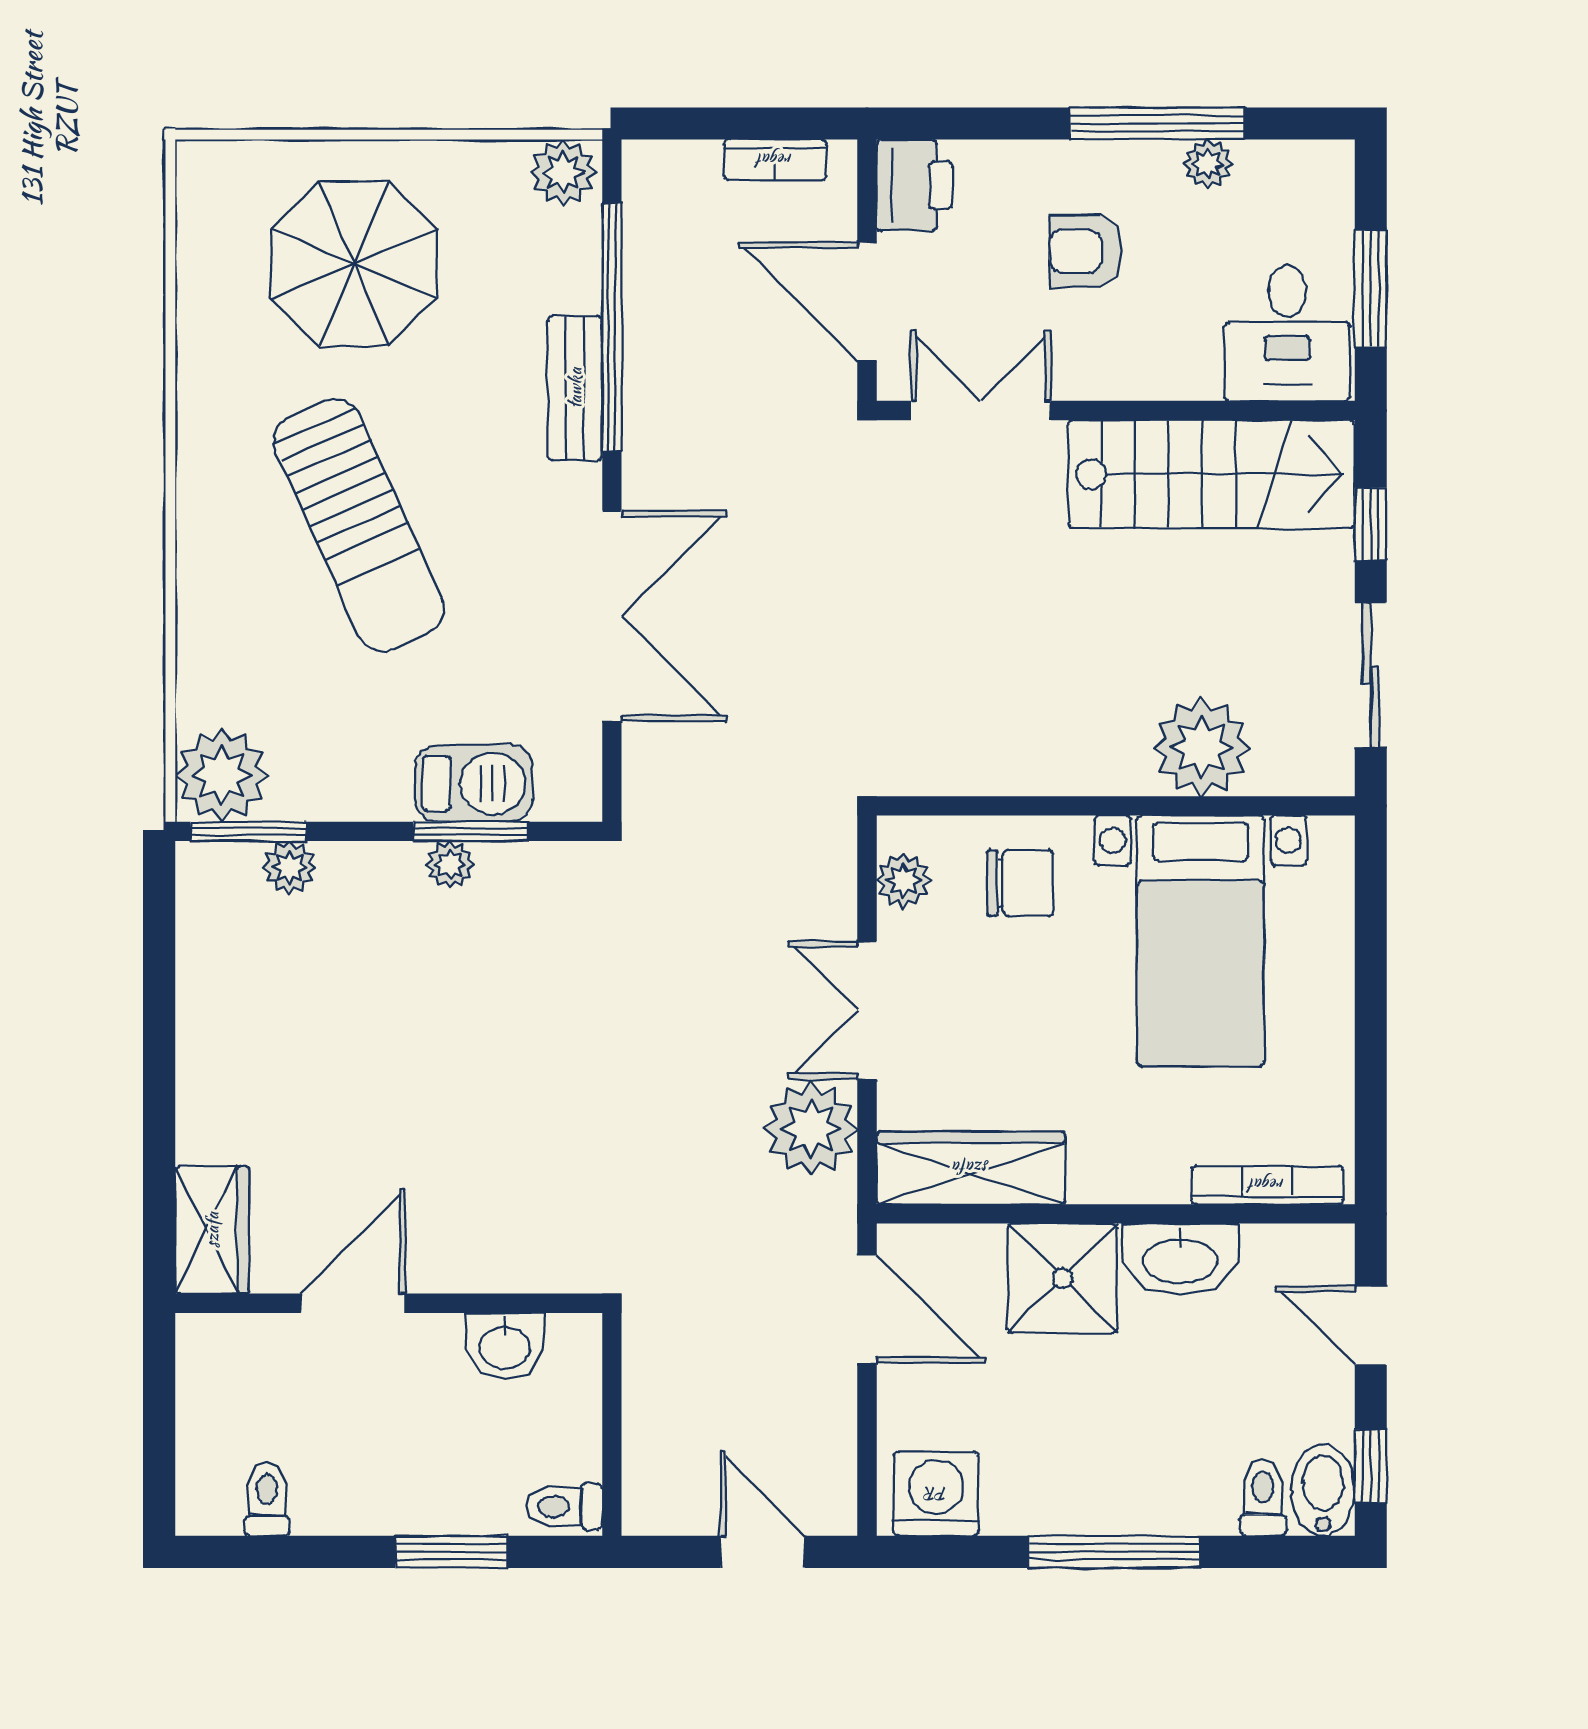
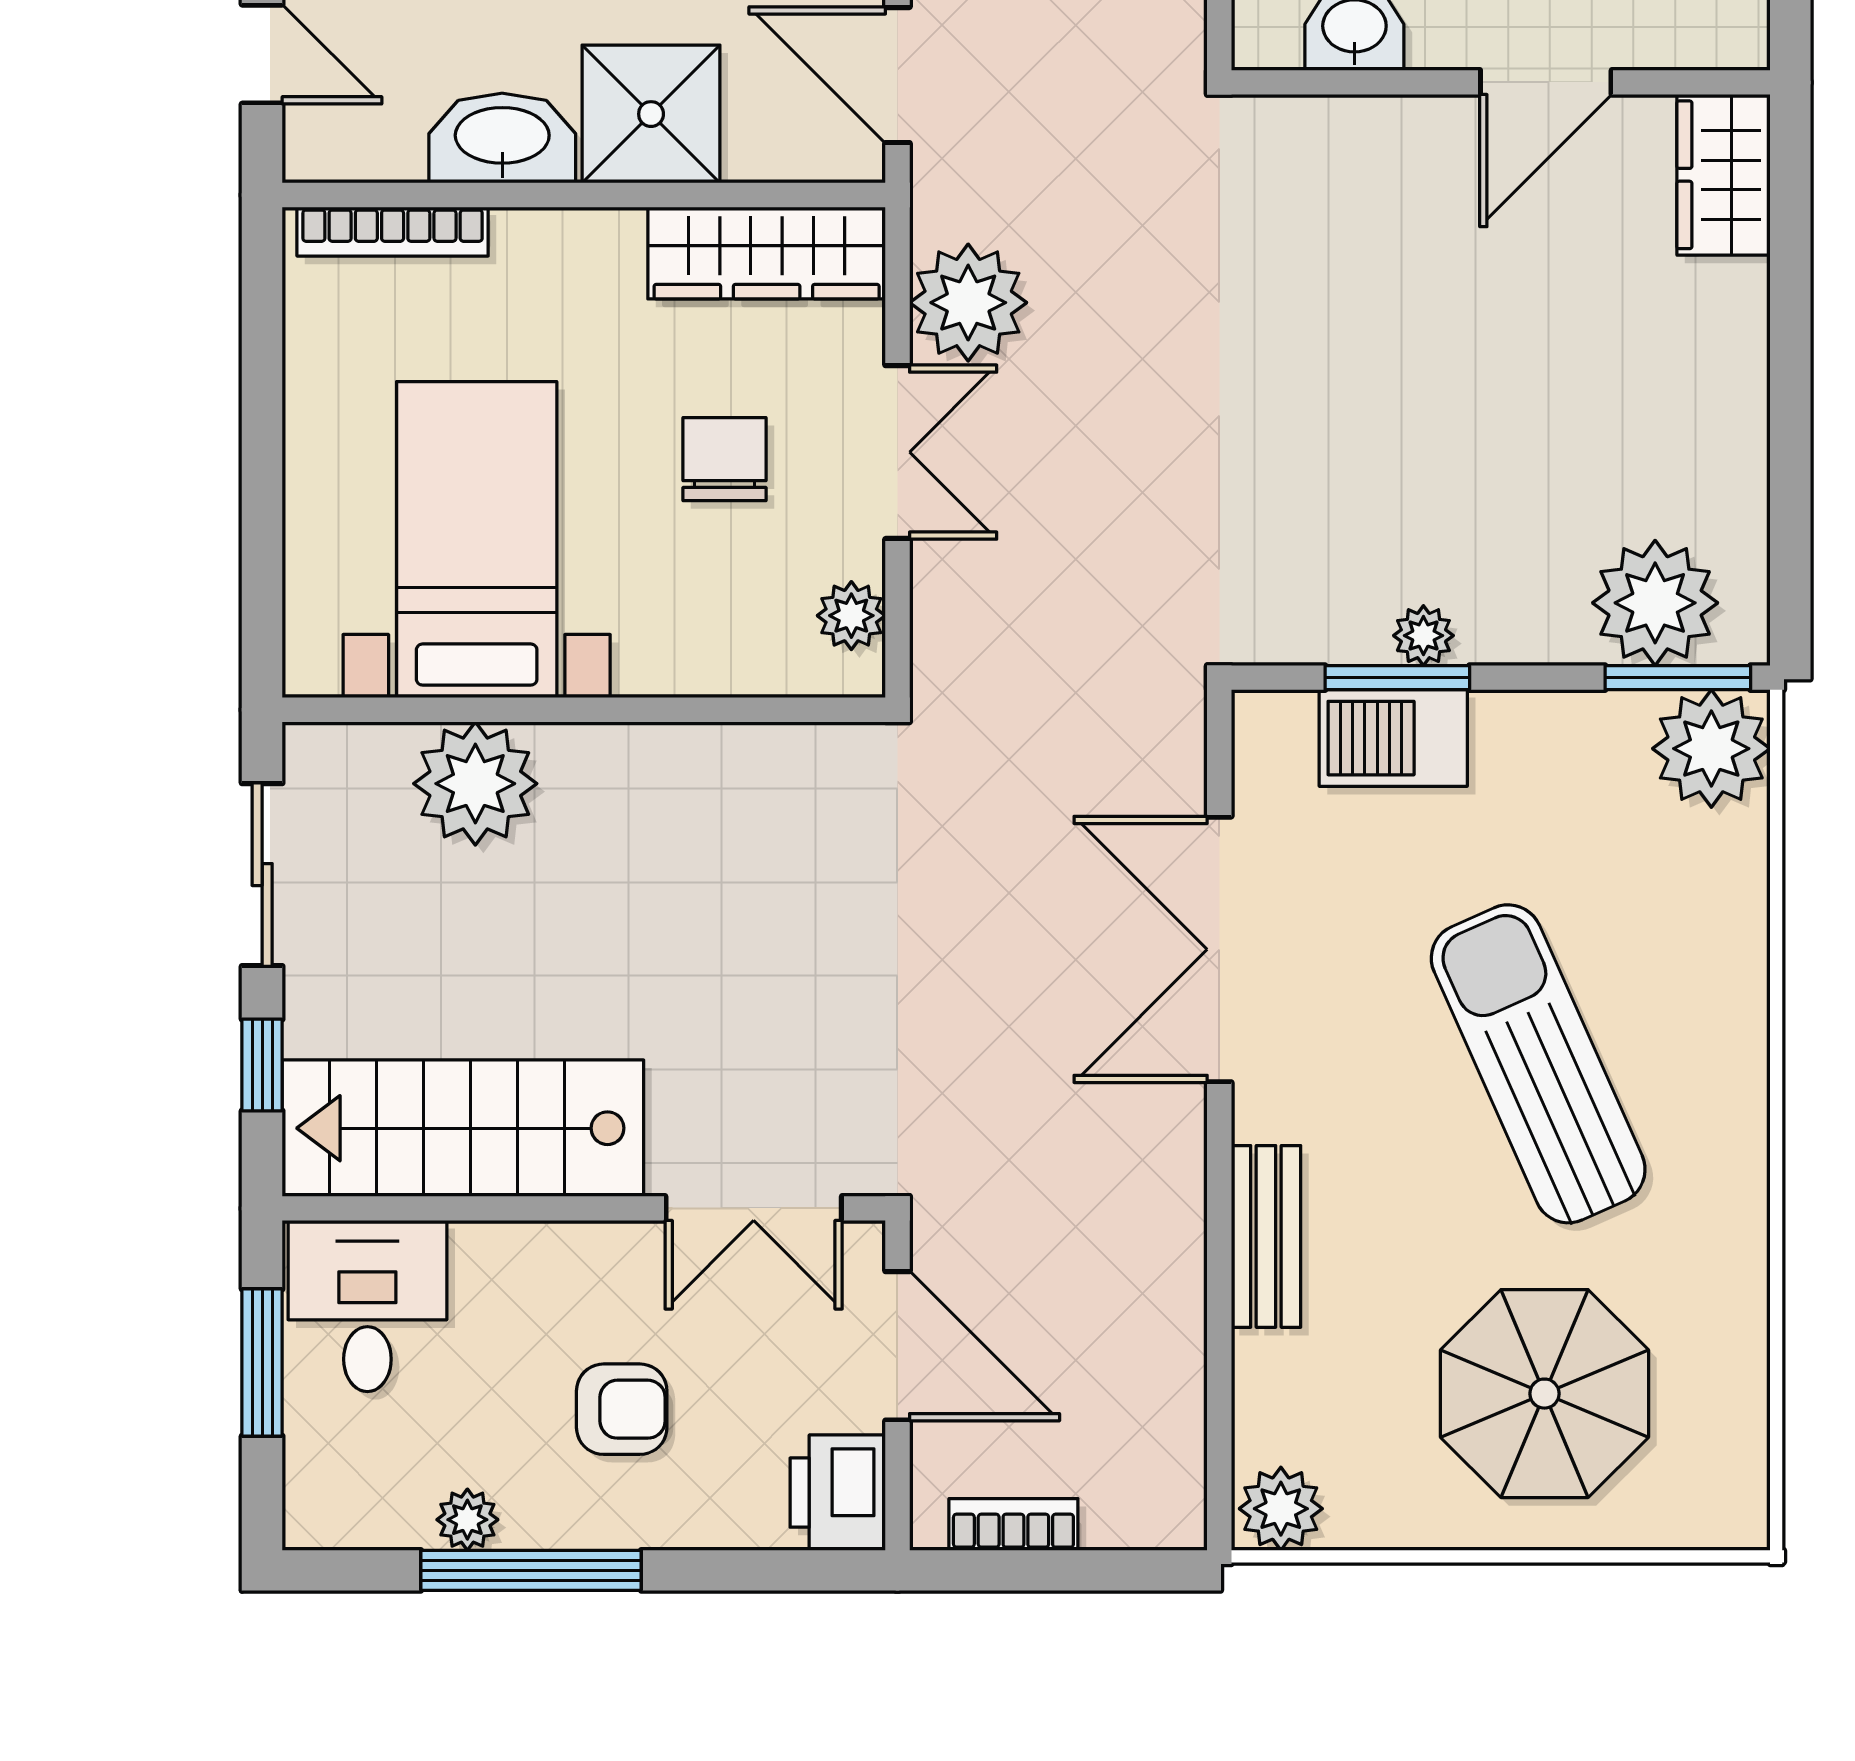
window: (612, 327) -> (1219, 1314), removed
plant: (290, 867) -> (1655, 603), width x1.88, depth x1.88
chair: (1020, 883) -> (724, 459), moved, turned 90

